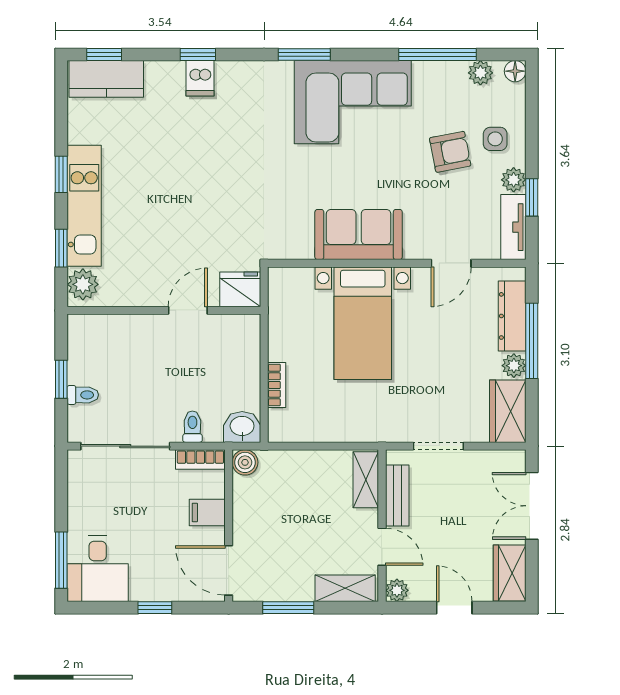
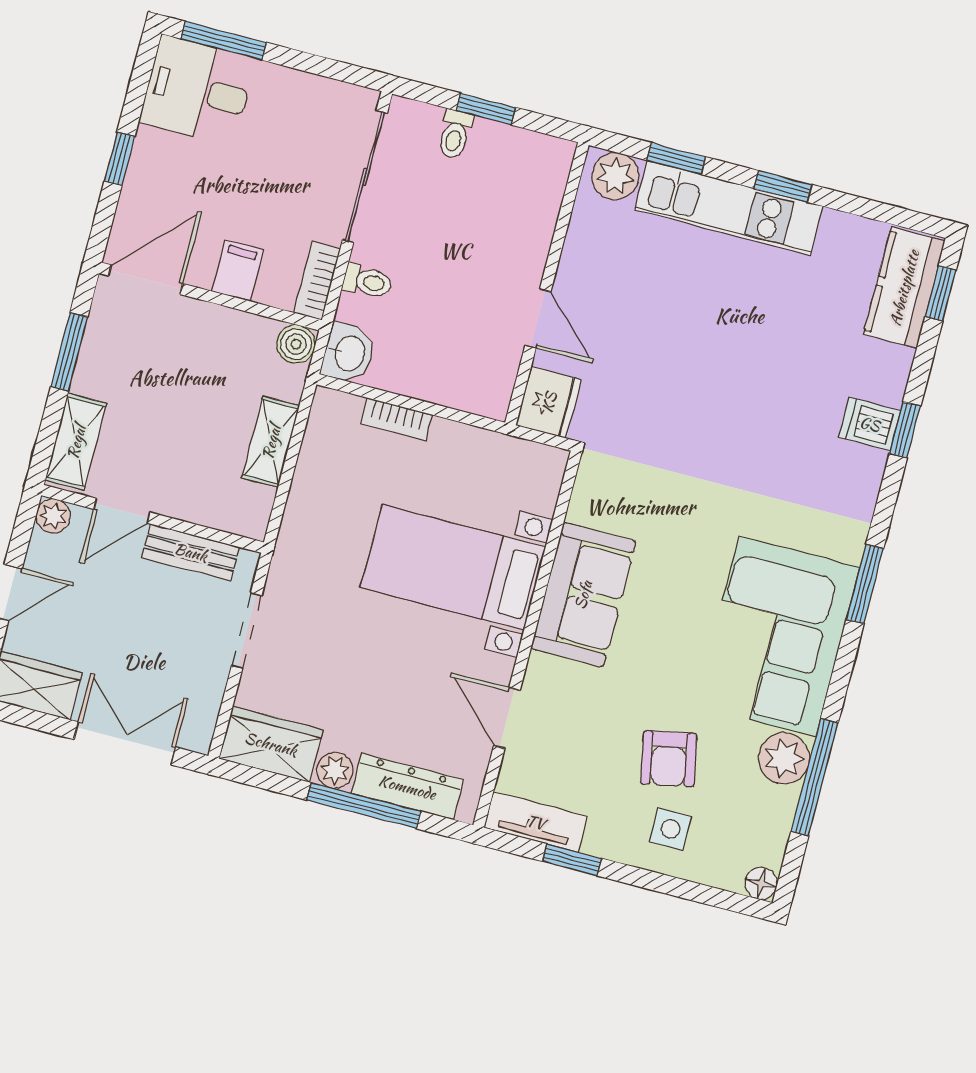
plant: (480, 73) -> (784, 758), moved, width x1.38, depth x1.38
plant: (514, 180) -> (604, 840), removed
shelving: (366, 480) -> (271, 442), moved, turned 90

